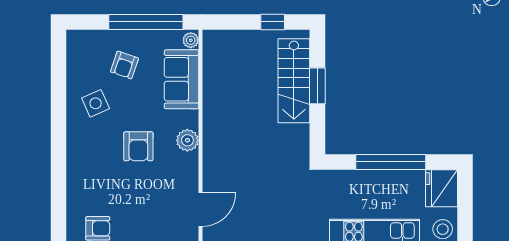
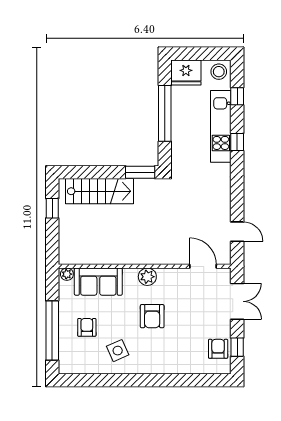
window: (146, 22) -> (52, 331), moved
armchair: (124, 65) -> (87, 327), turned -109
window: (317, 86) -> (140, 172), moved
armchair: (138, 146) -> (152, 316), turned 90

